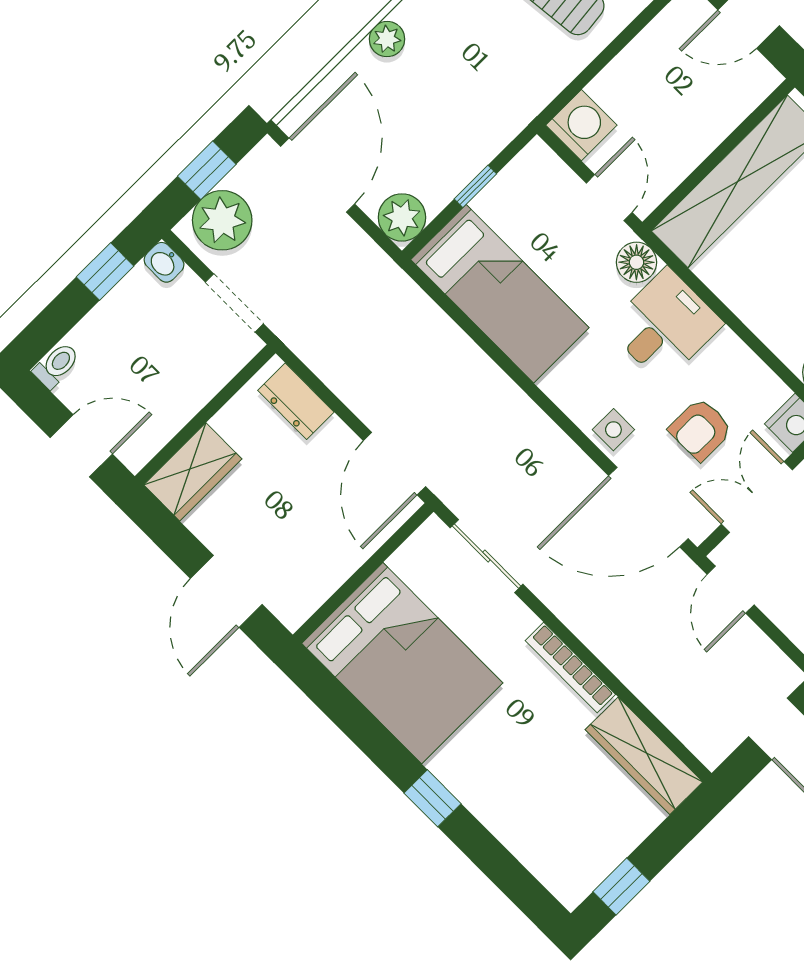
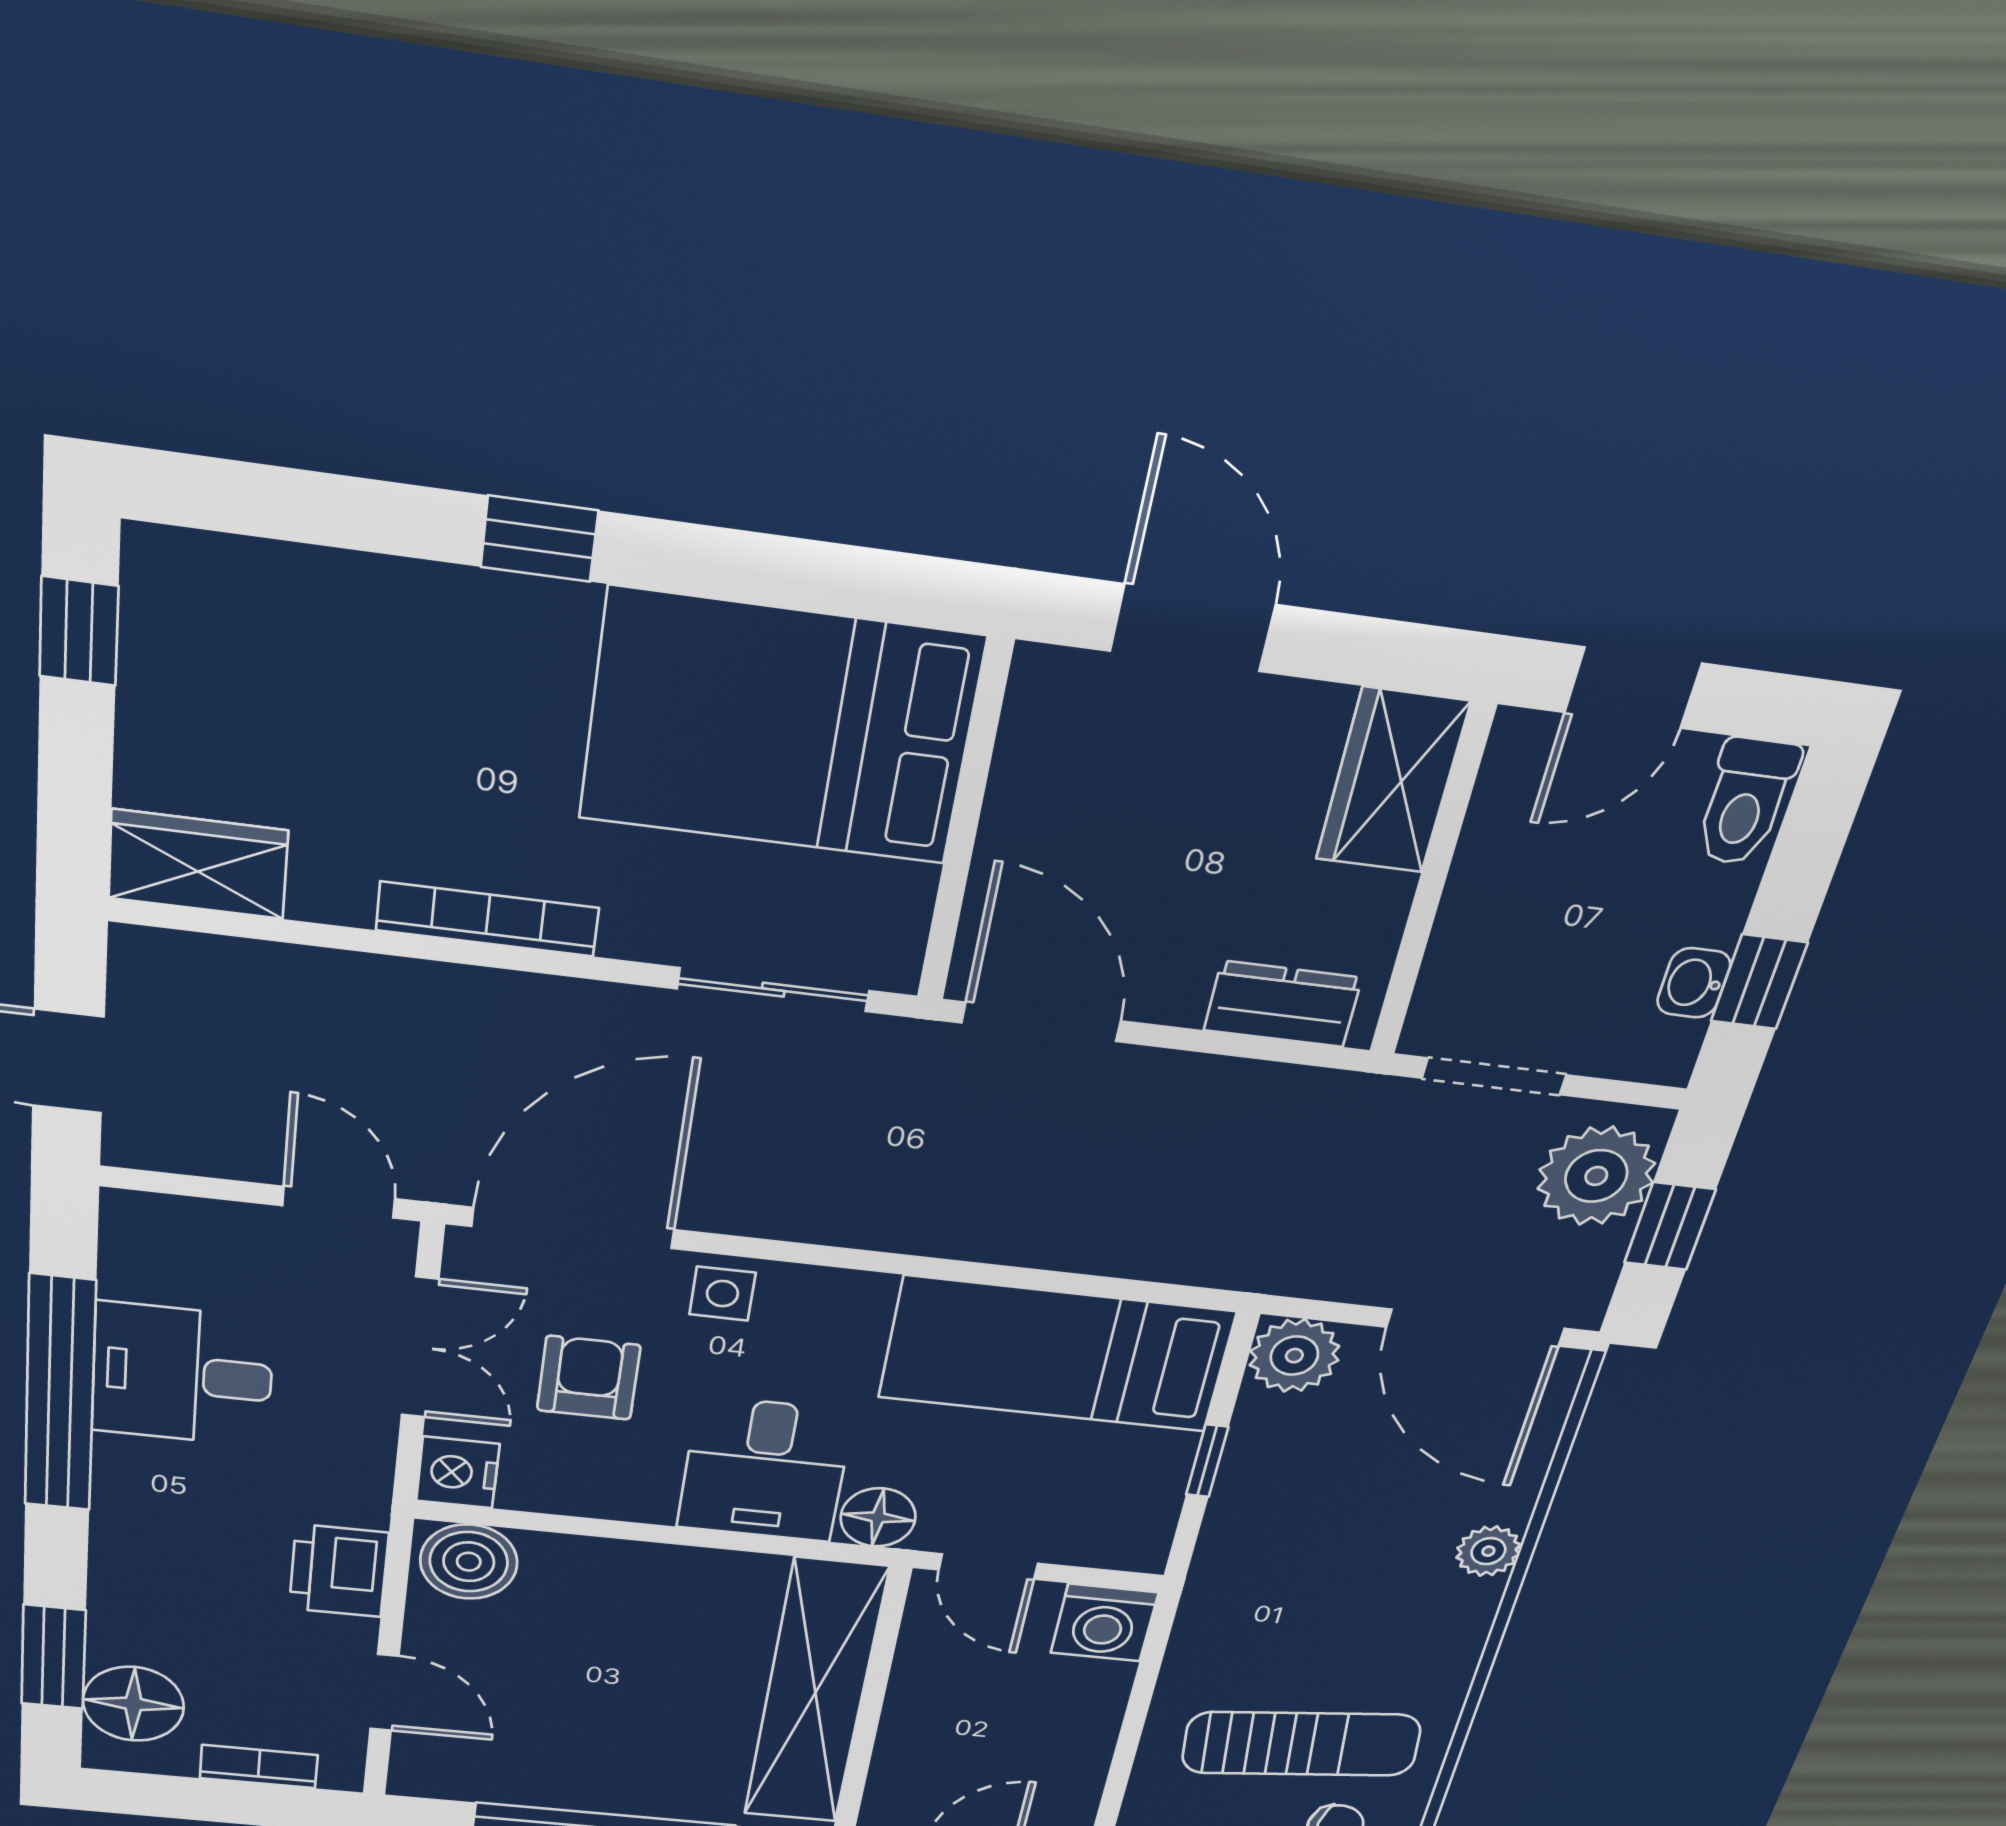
washbasin: (164, 262) -> (1694, 983), moved, turned -90
toilet: (56, 365) -> (1745, 802), width x1.37, depth x1.39
wardrobe: (644, 756) -> (198, 864), width x0.67

